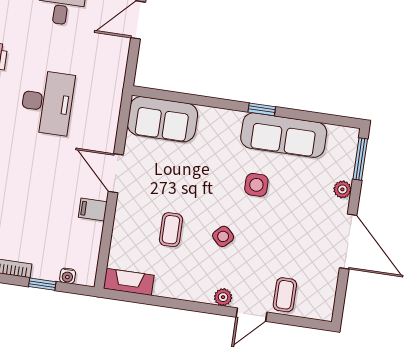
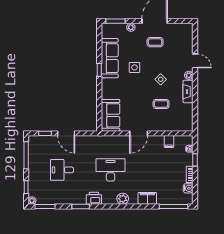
filing cabinet: (93, 210) -> (169, 142), moved
fireplace: (129, 282) -> (188, 92), moved
coffee table: (285, 295) -> (155, 42), moved

